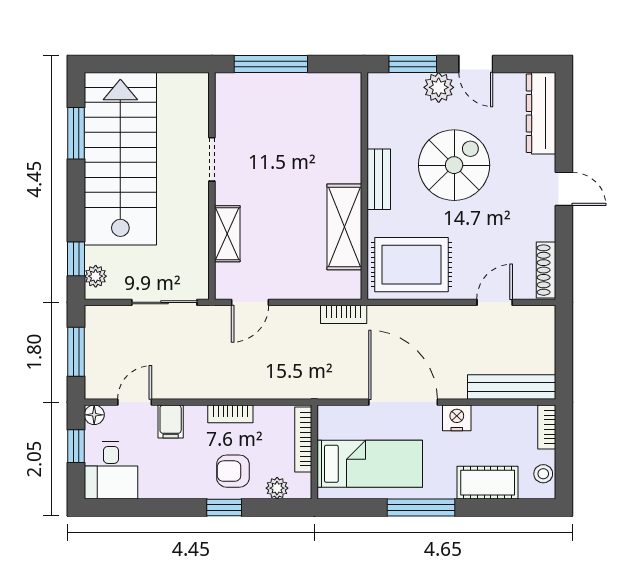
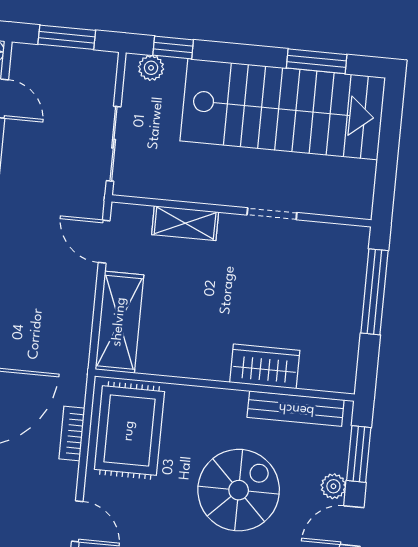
plant: (439, 87) -> (333, 486), width x0.73, depth x0.73
wardrobe: (345, 153) -> (265, 366), added
spiral stairs: (454, 165) -> (239, 490), turned -90
bench: (379, 179) -> (296, 409), moved, width x1.36
shelving: (344, 227) -> (119, 322), moved, turned 90
bookcase: (344, 314) -> (72, 433), moved

